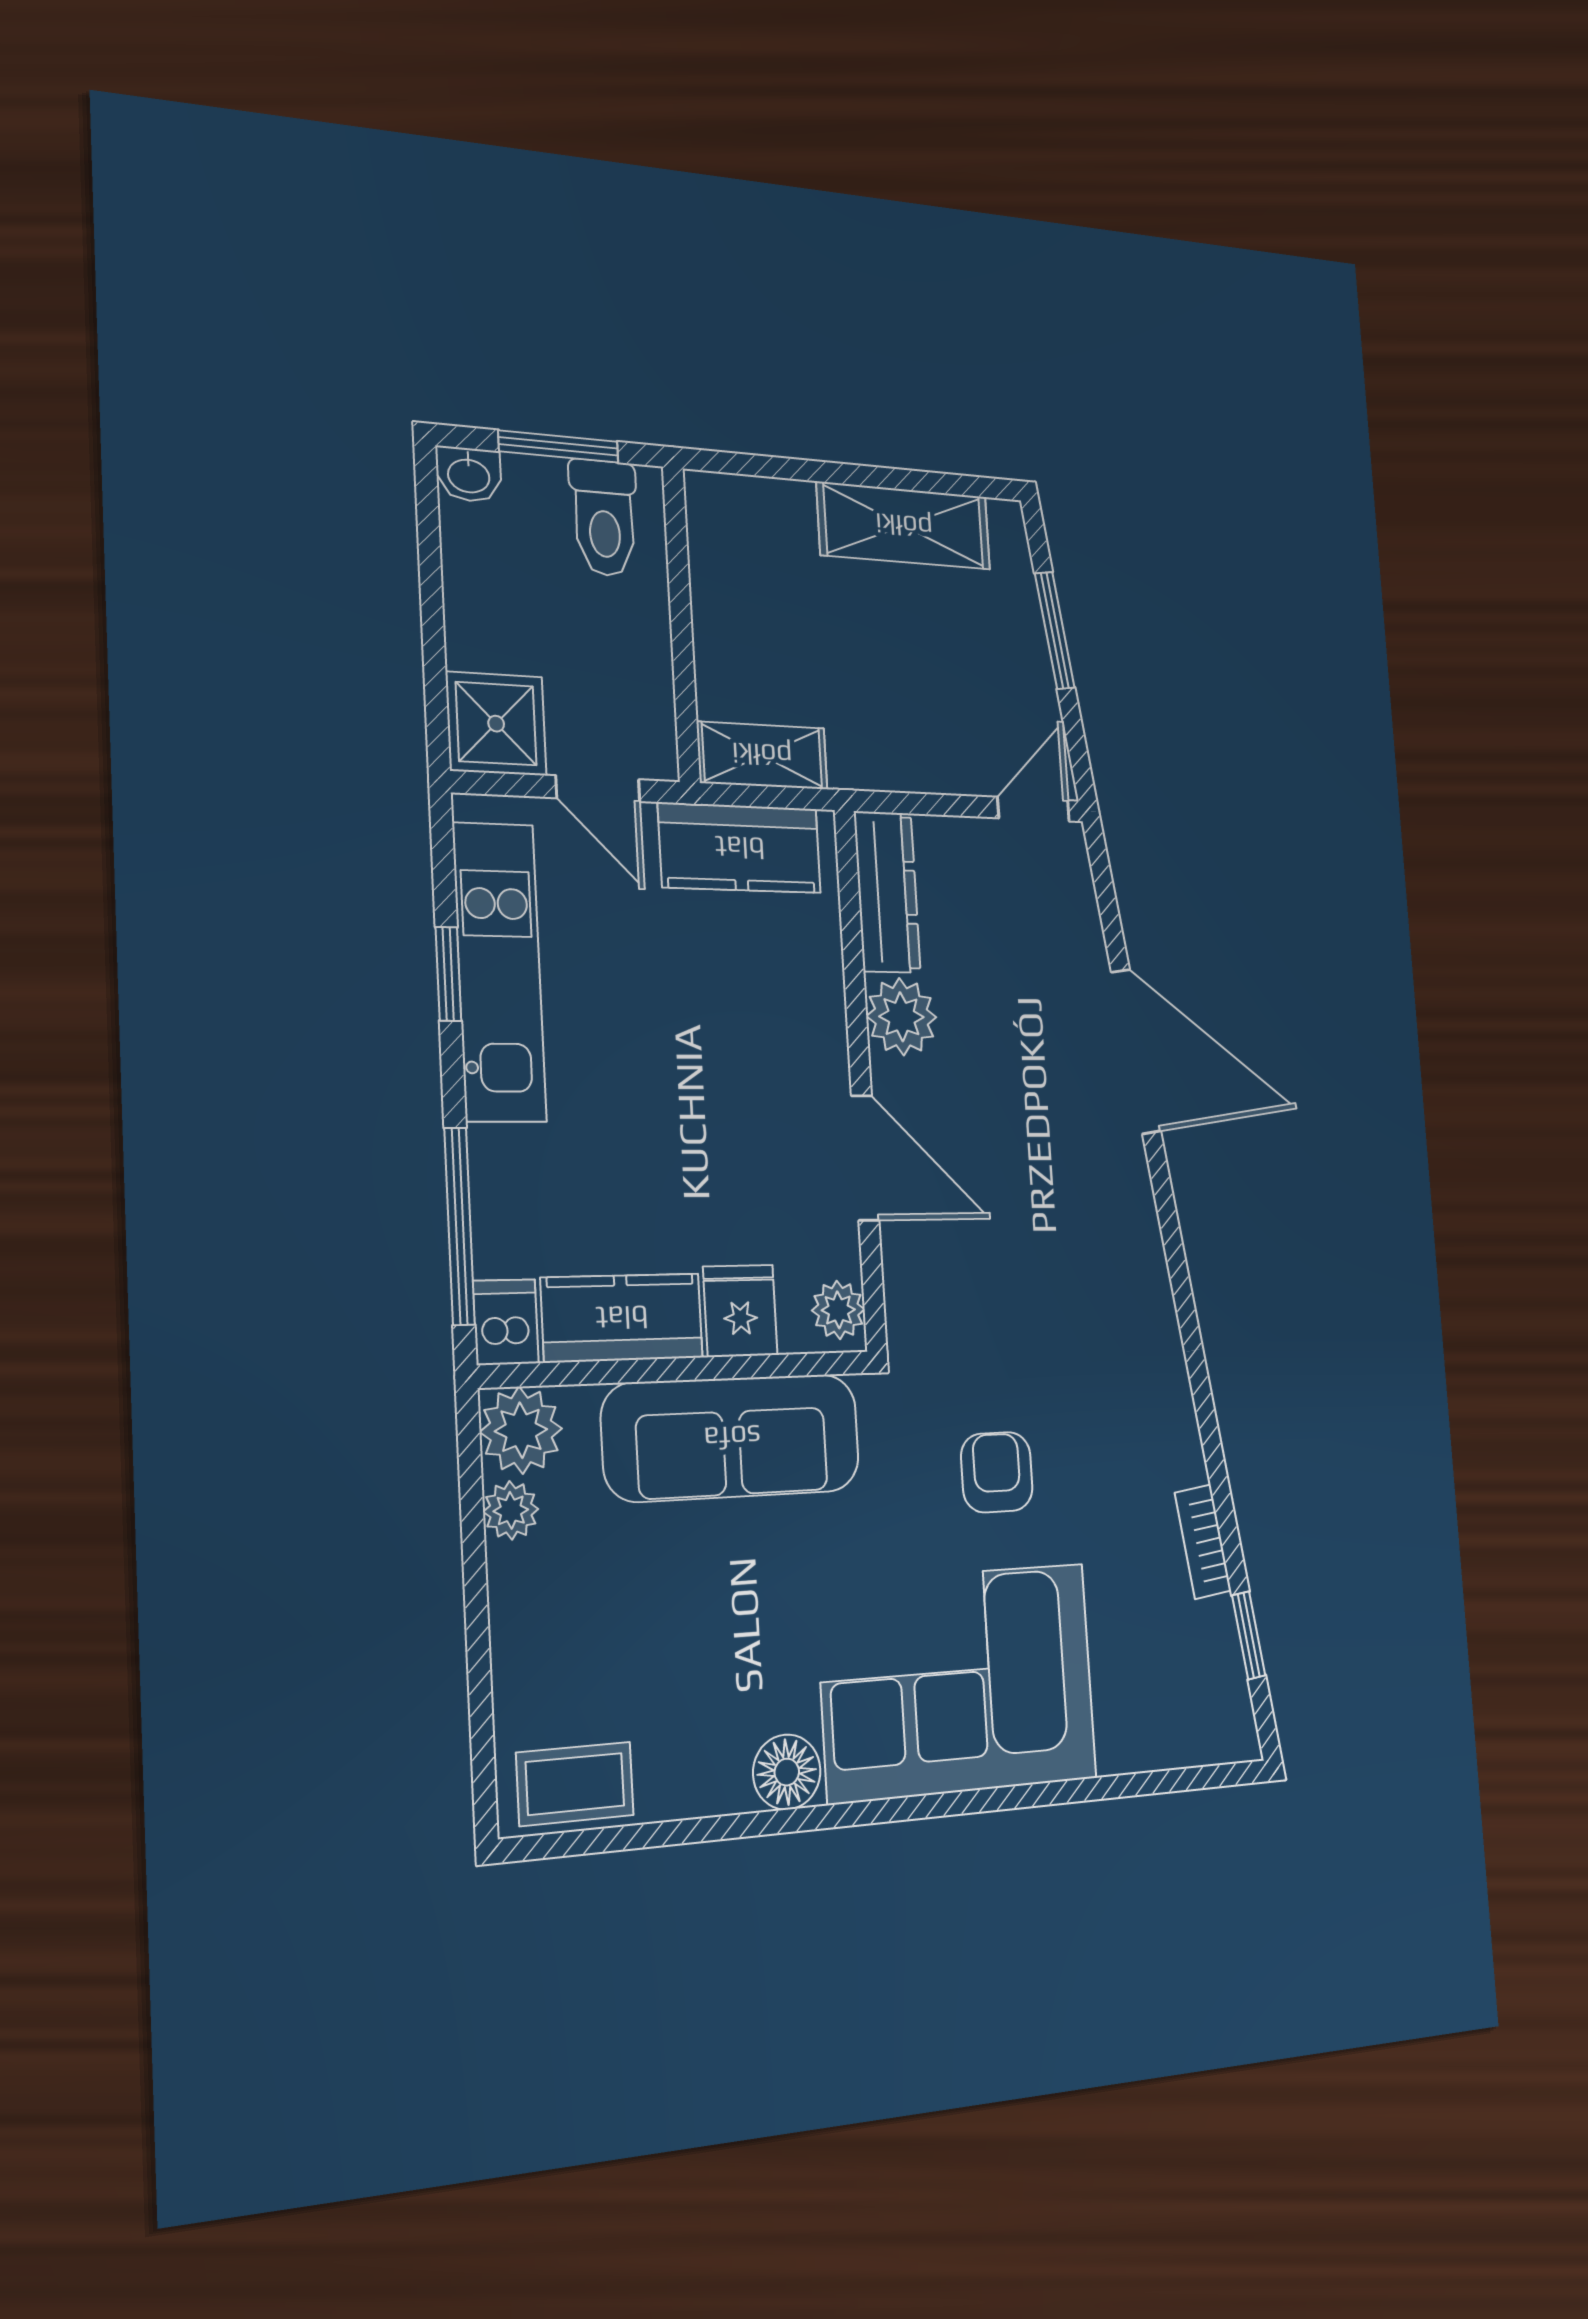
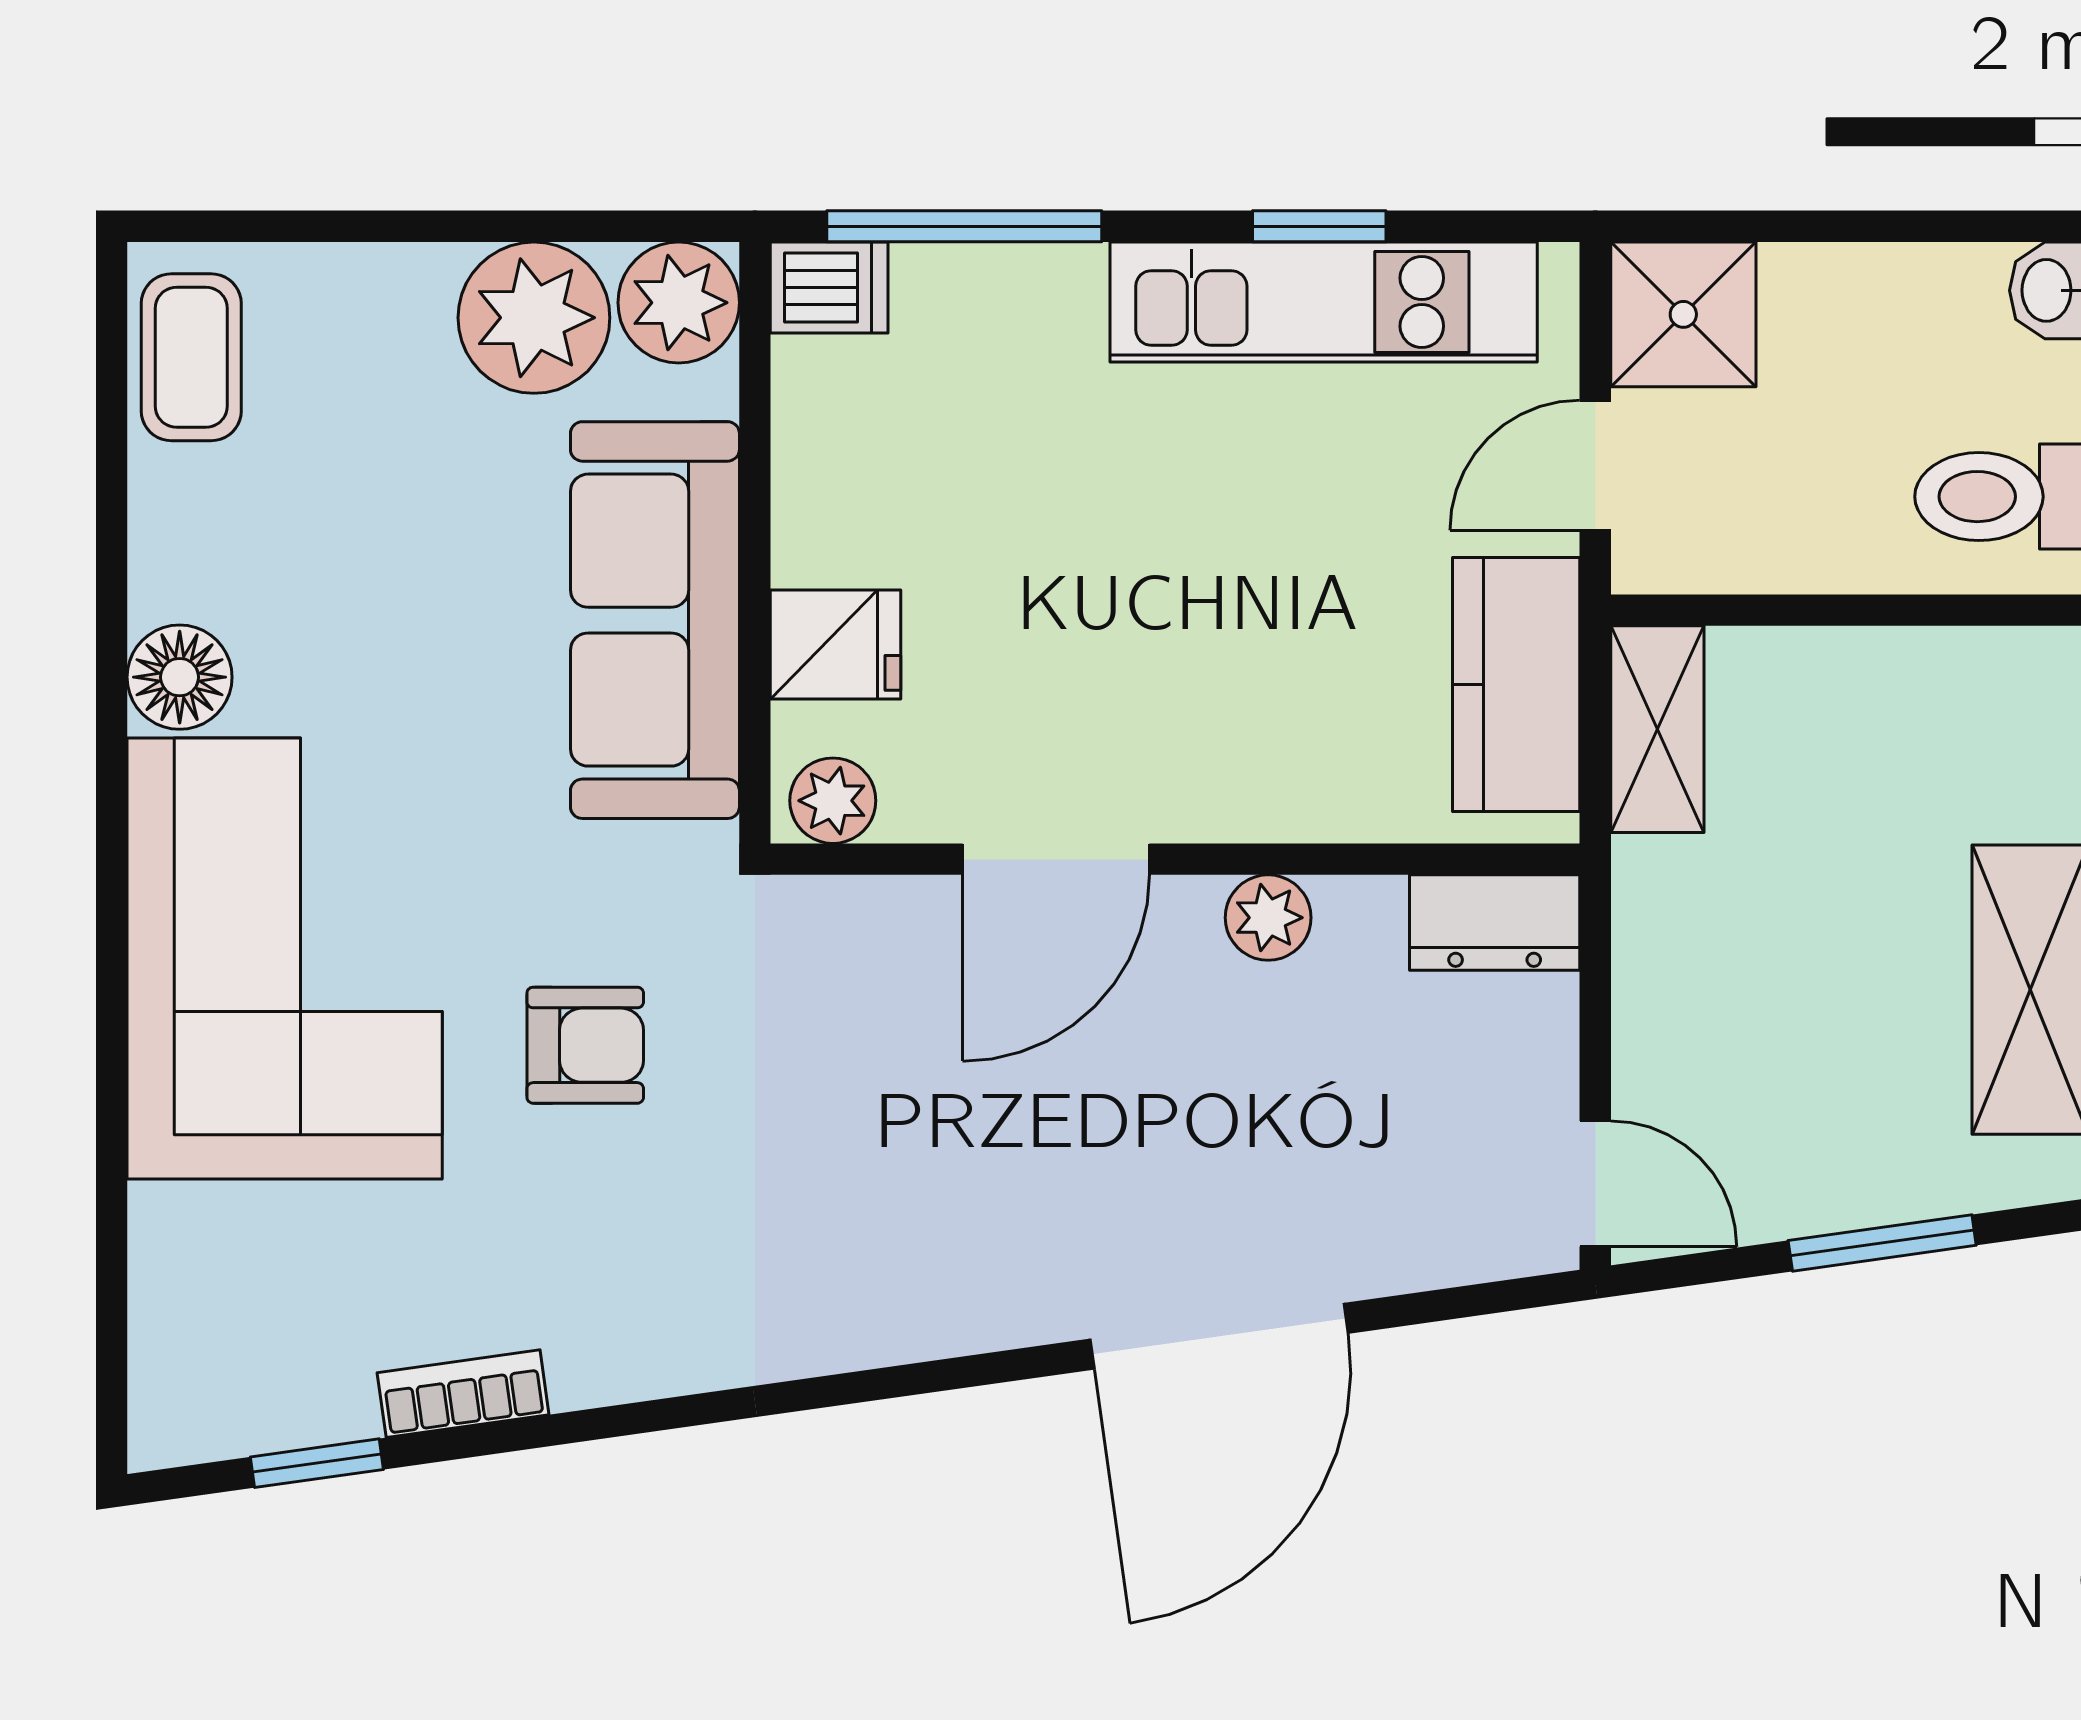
dresser: (887, 892) -> (1495, 923), width x0.70
plant: (901, 1017) -> (1268, 918), width x0.73, depth x0.73
kitchen counter: (622, 1318) -> (830, 461), removed
plant: (511, 1510) -> (534, 318), width x1.88, depth x1.88

